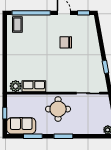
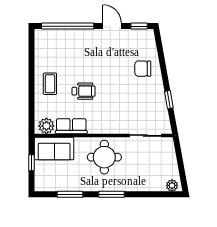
coffee table: (17, 24) -> (50, 84), moved
chair: (66, 42) -> (143, 69), moved
wheelchair: (43, 61) -> (83, 91), added
sofa: (21, 126) -> (54, 149), moved, turned 180

